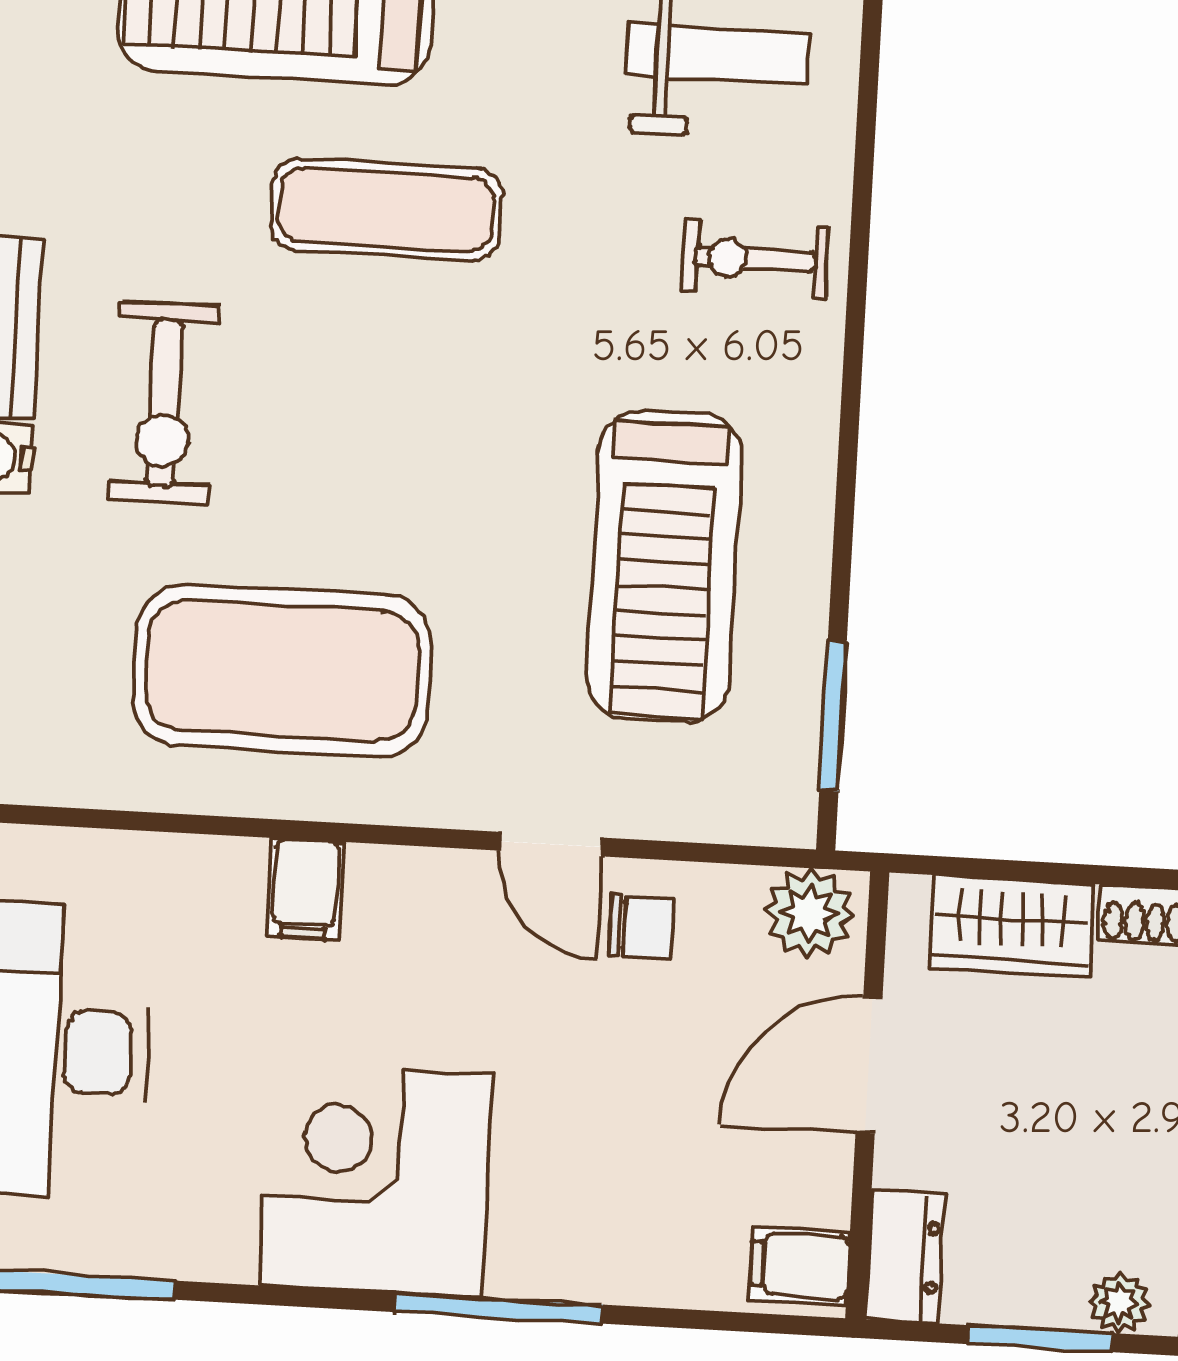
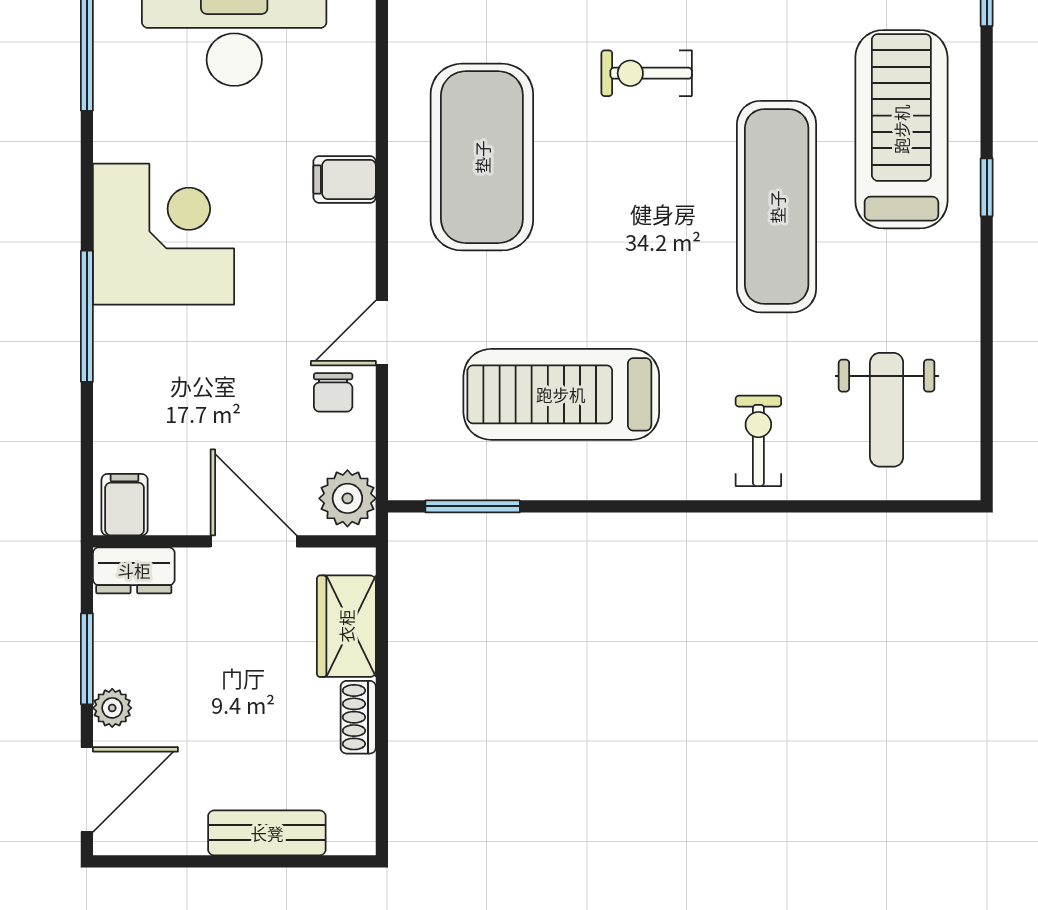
exercise mat: (386, 210) -> (777, 207), width x1.36, depth x1.45
exercise bike: (164, 403) -> (647, 73), width x0.73, depth x0.72

